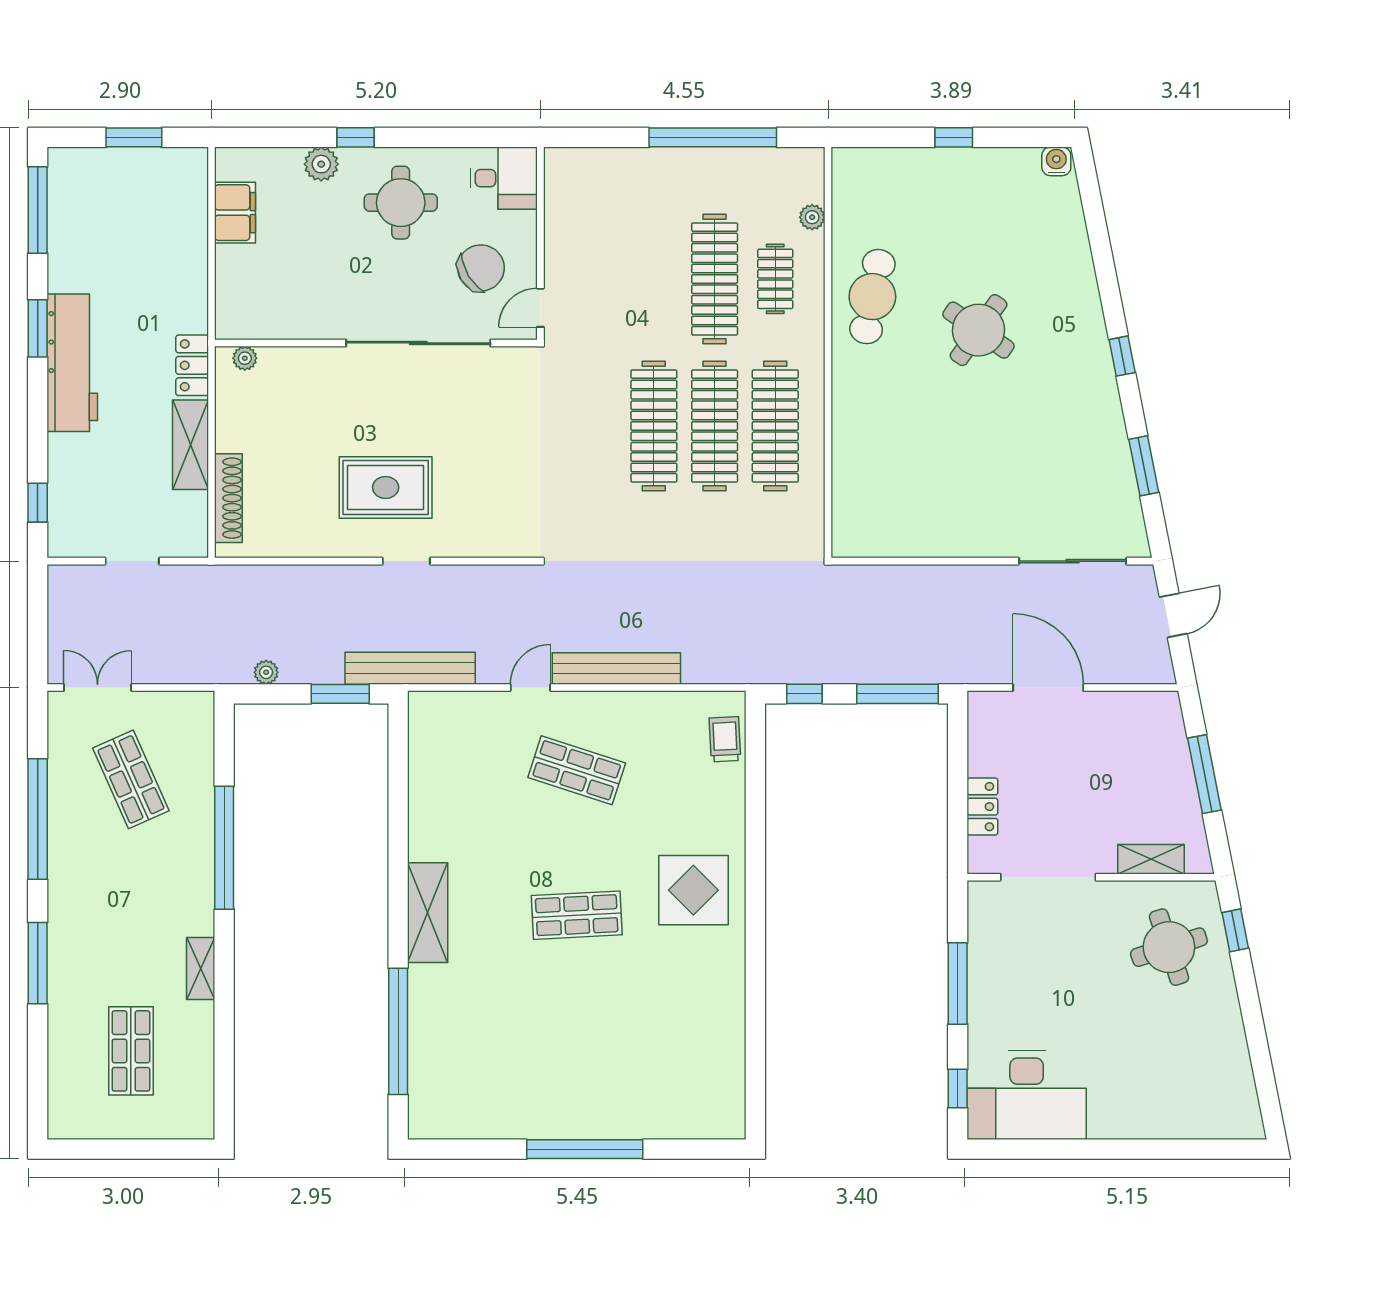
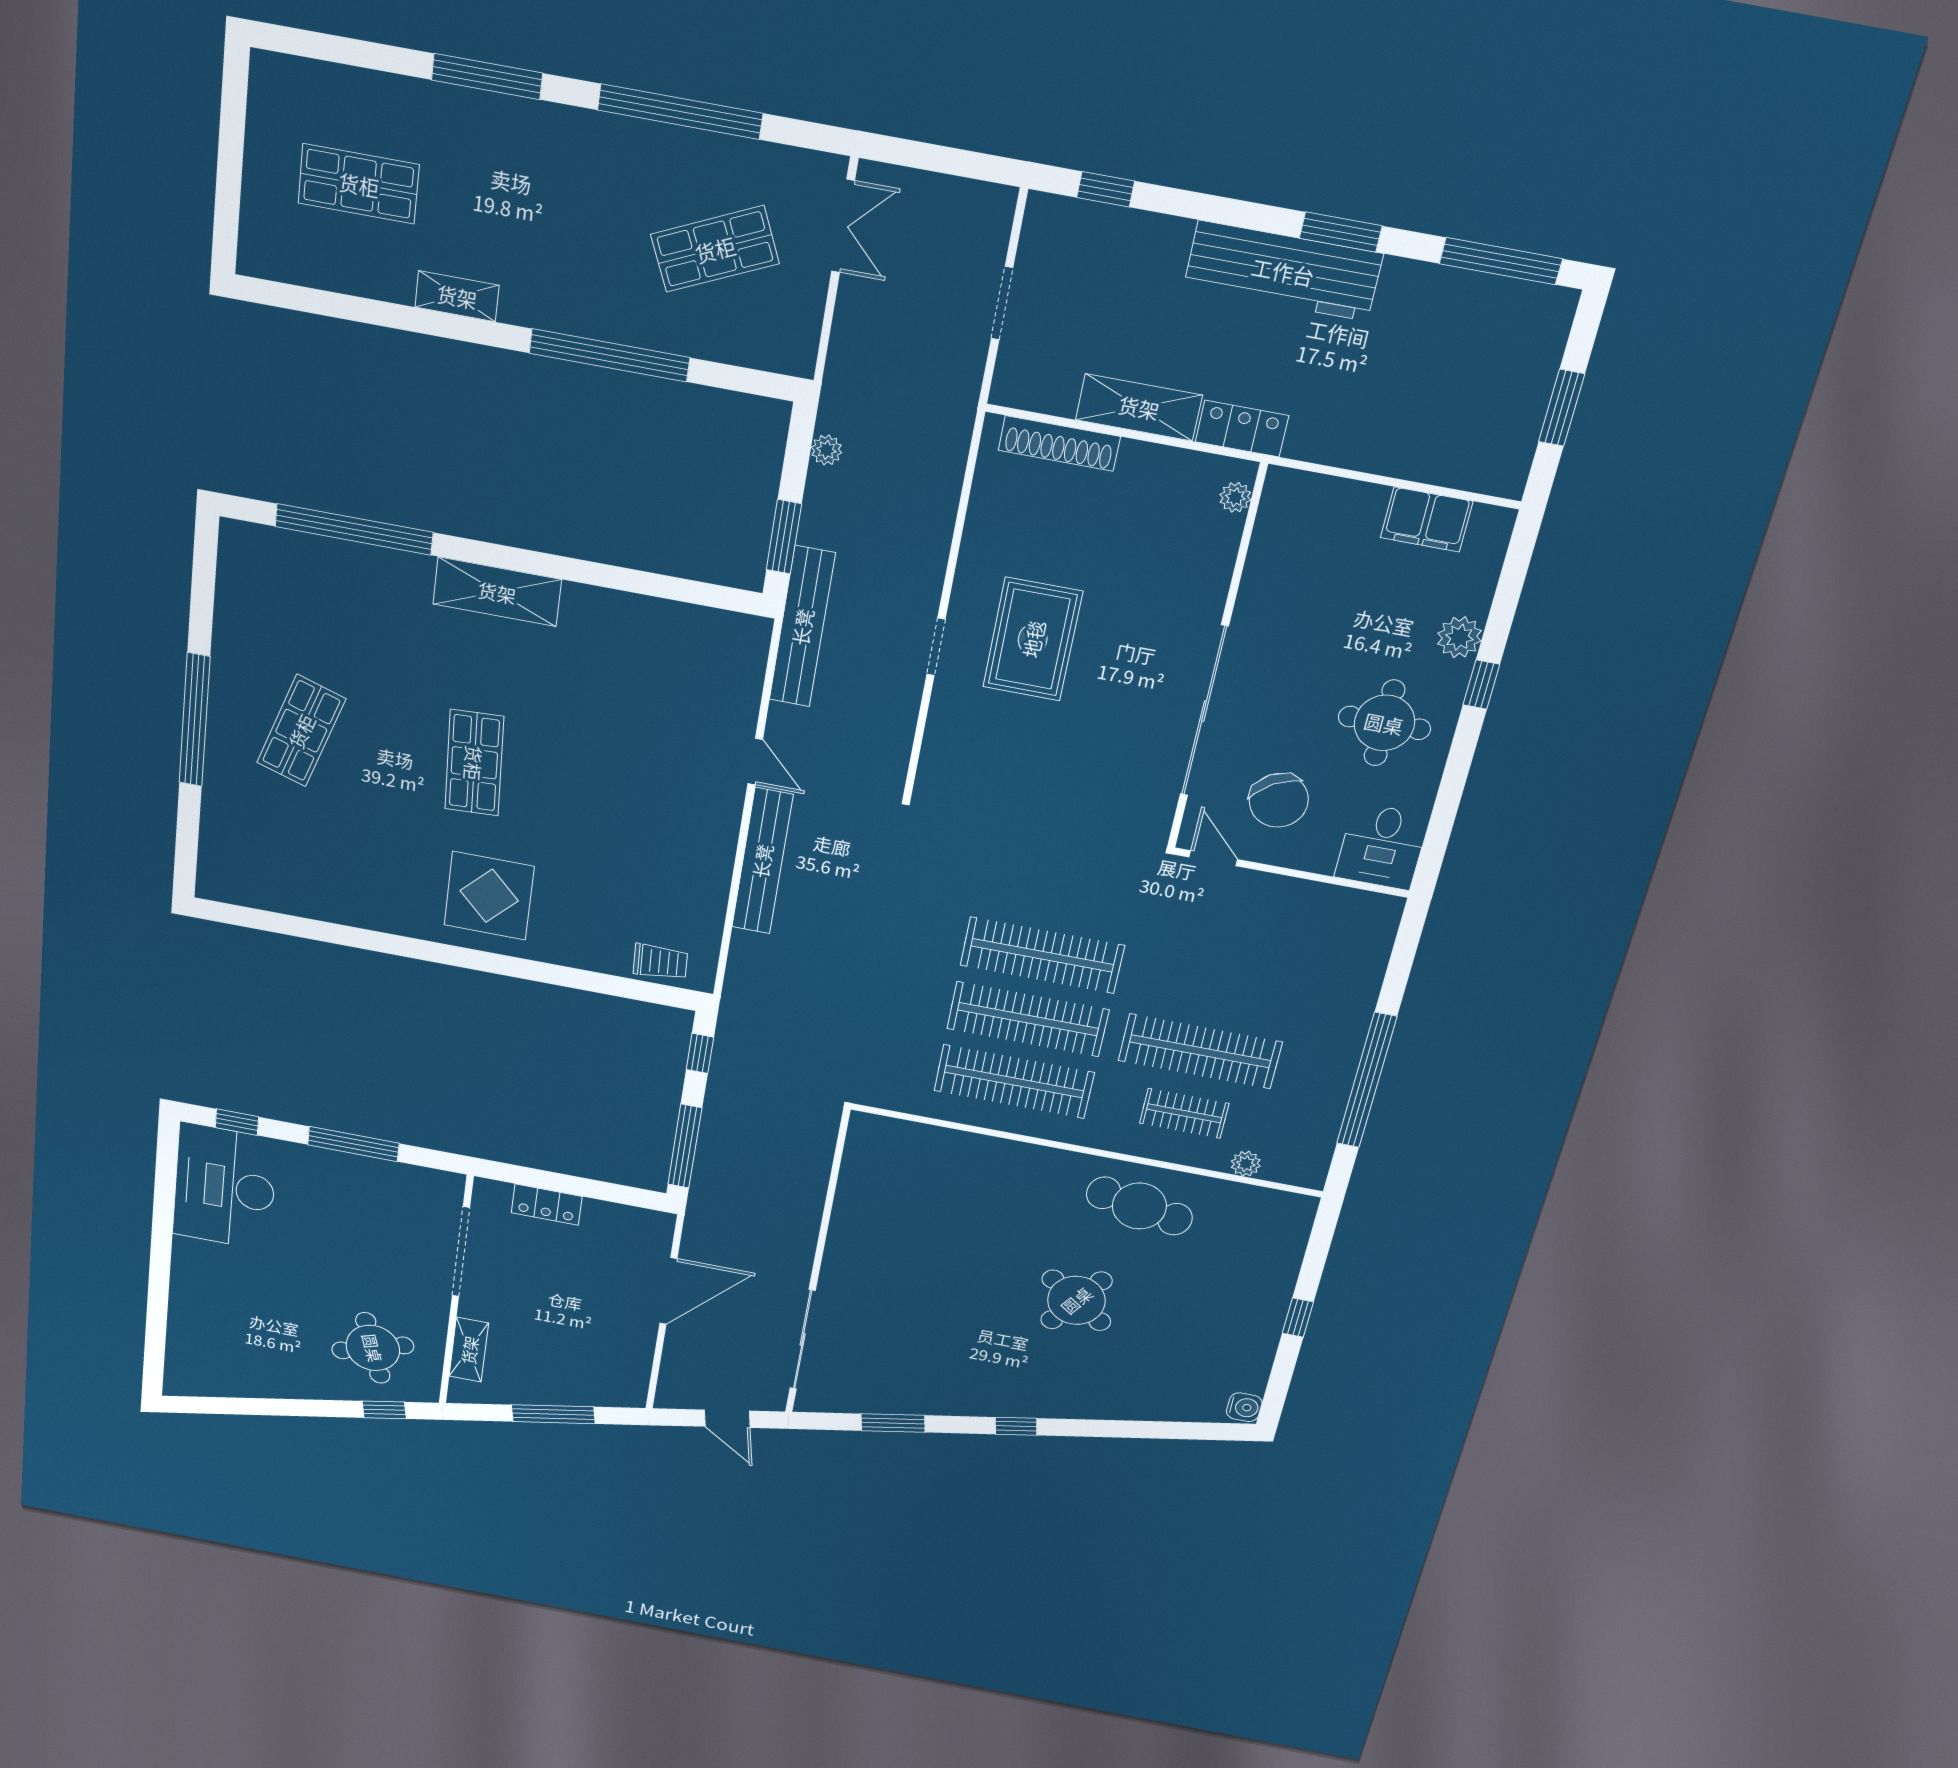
shop shelf: (577, 770) -> (301, 731), moved

